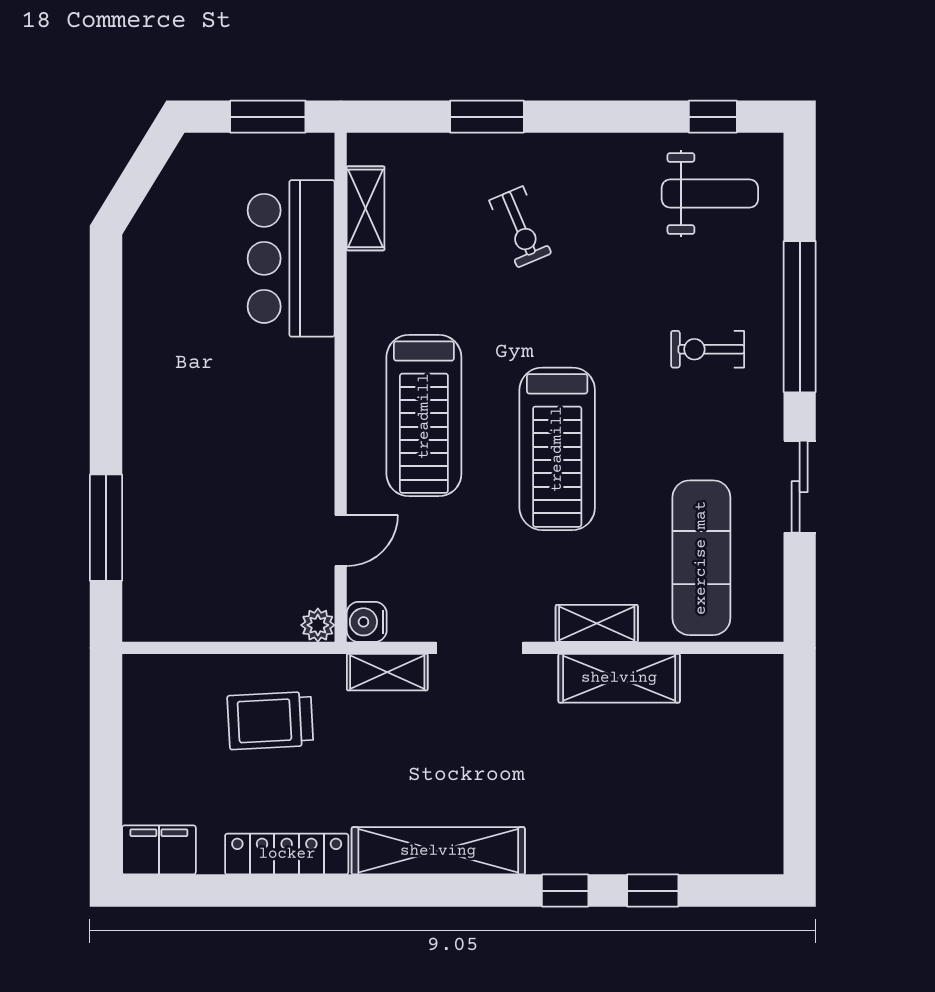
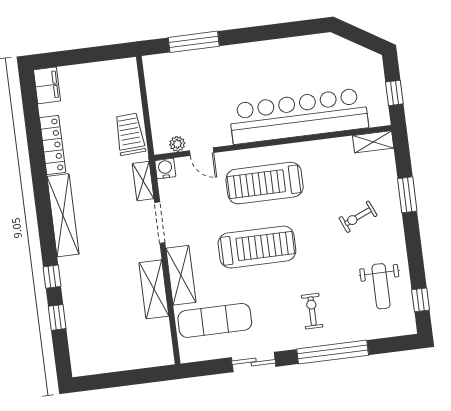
window: (268, 117) -> (394, 93), width x0.67
weight bench: (710, 194) -> (381, 286), moved
shelving: (366, 208) -> (373, 142), moved
bar counter: (291, 258) -> (299, 116), width x1.86
treadmill: (557, 449) -> (257, 247), turned 180
shelving: (597, 623) -> (181, 275), width x1.50, depth x1.33
plant: (318, 625) -> (177, 144), moved
trolley: (270, 721) -> (130, 134), moved

